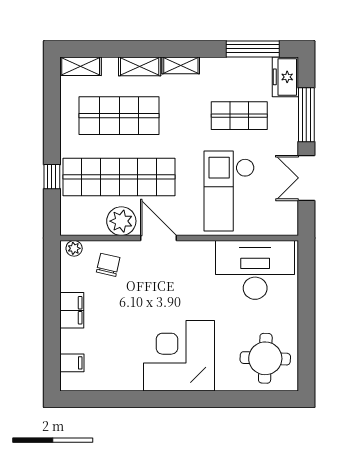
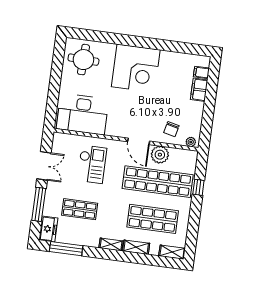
checkout: (229, 191) -> (92, 164), width x0.73, depth x0.83
filing cabinet: (72, 310) -> (199, 90), moved

